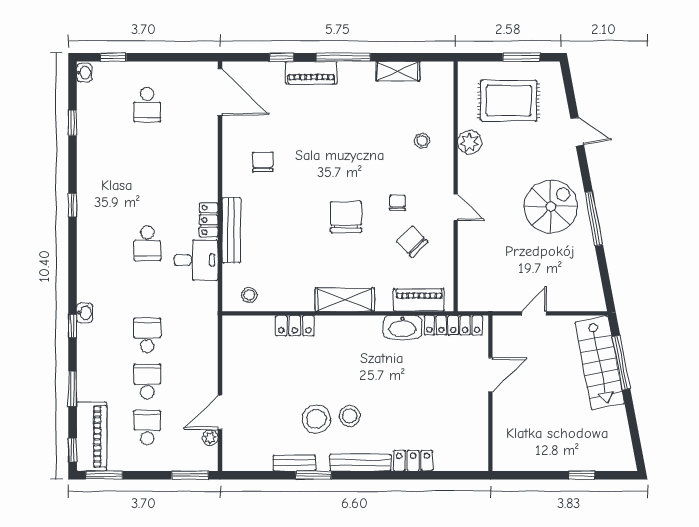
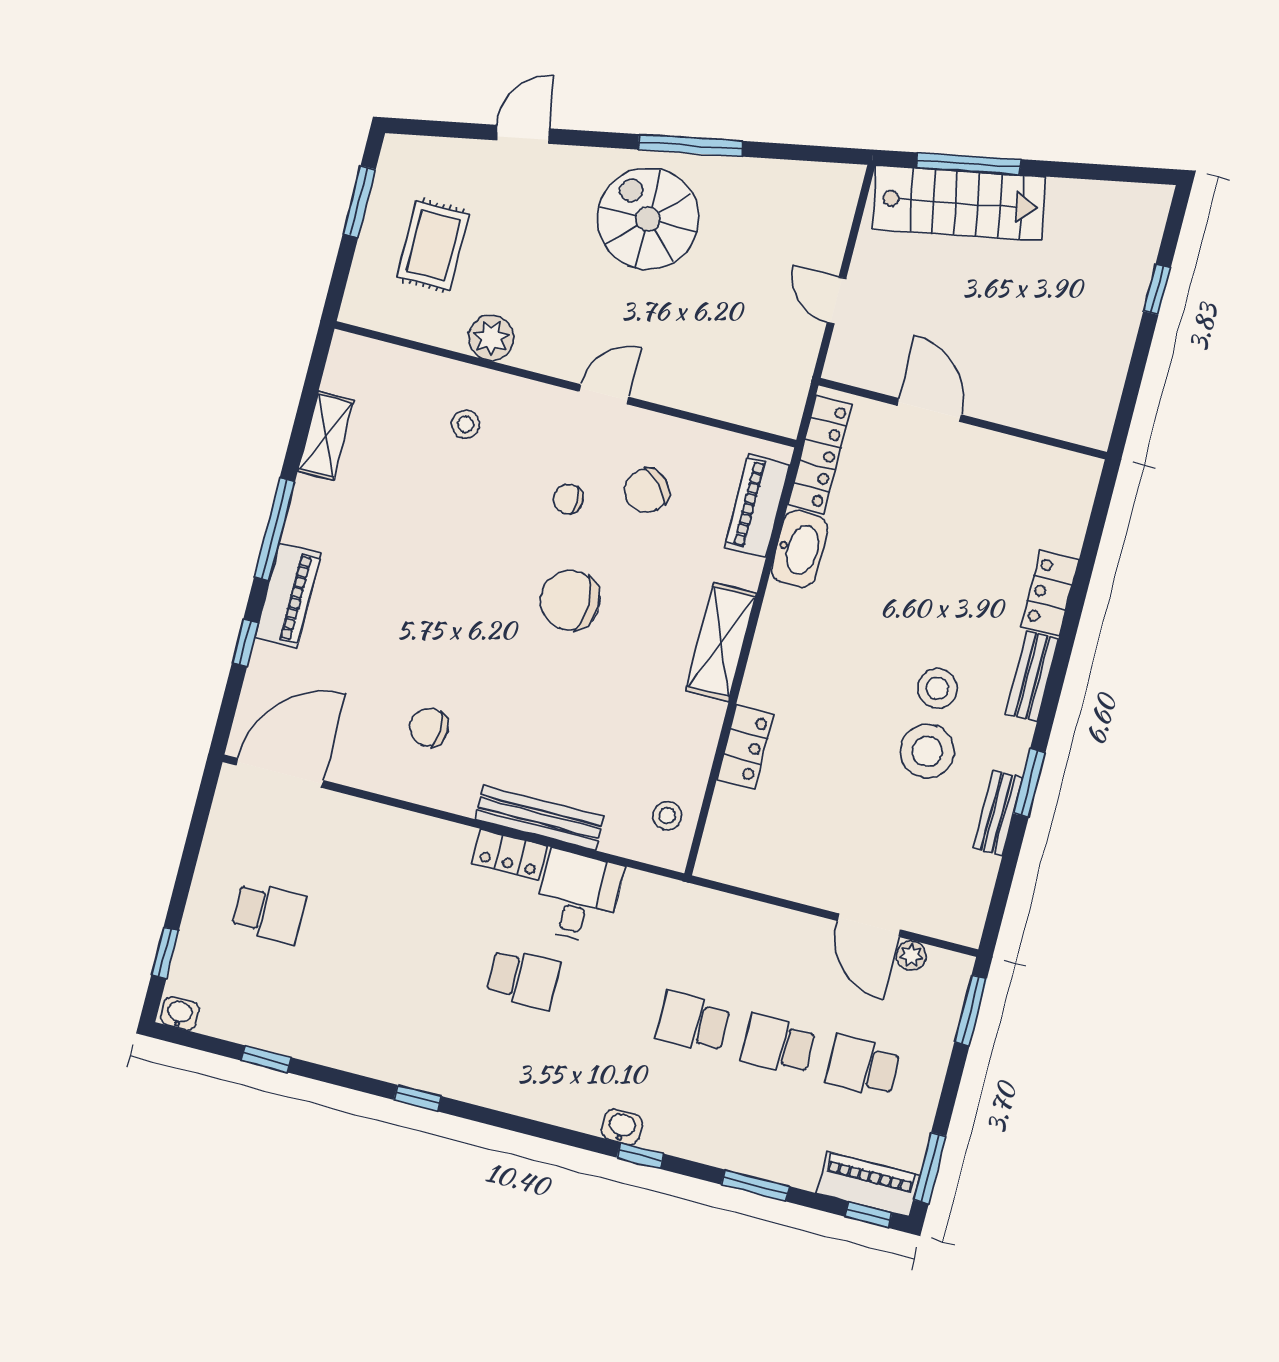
rug: (509, 101) -> (433, 246), width x0.73, depth x0.70
piano: (92, 436) -> (868, 1184), width x0.73, depth x0.75
bench: (360, 463) -> (1032, 676), width x0.73

